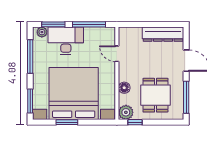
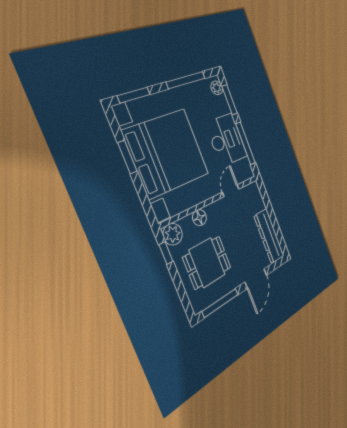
desk: (66, 41) -> (226, 140), moved

